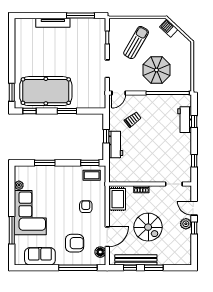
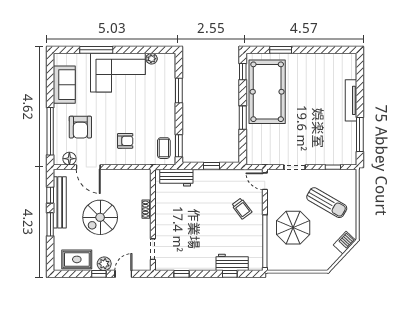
window: (12, 92) -> (281, 50), moved
trolley: (133, 120) -> (242, 209), moved
workbench: (116, 144) -> (176, 178), moved
rug: (118, 199) -> (77, 259), moved

